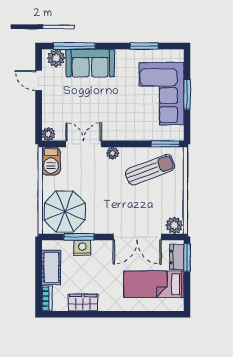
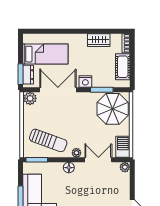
floor lamp: (123, 134) -> (69, 168), added
double door: (84, 144) -> (98, 160), swing flipped
sun lounger: (150, 170) -> (48, 140), turned -139
nightstand: (82, 248) -> (85, 81), moved

